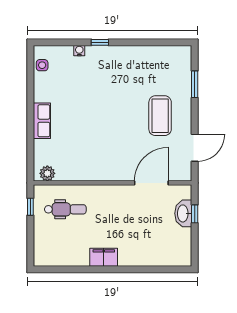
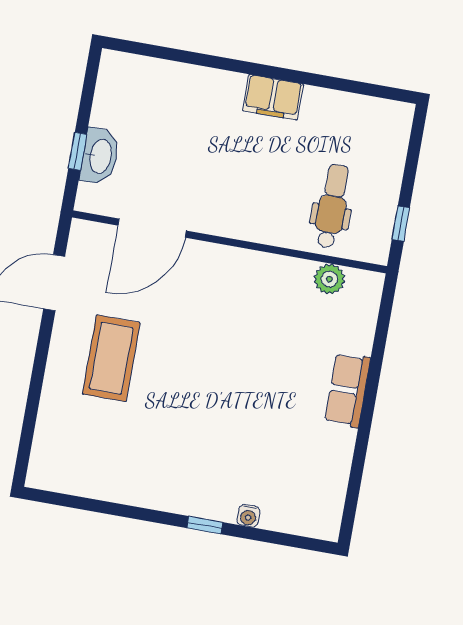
side table: (42, 65) -> (327, 500), removed
window: (195, 84) -> (32, 408), removed
plant: (47, 173) -> (329, 279), moved
dental chair: (65, 209) -> (332, 206), turned 90

